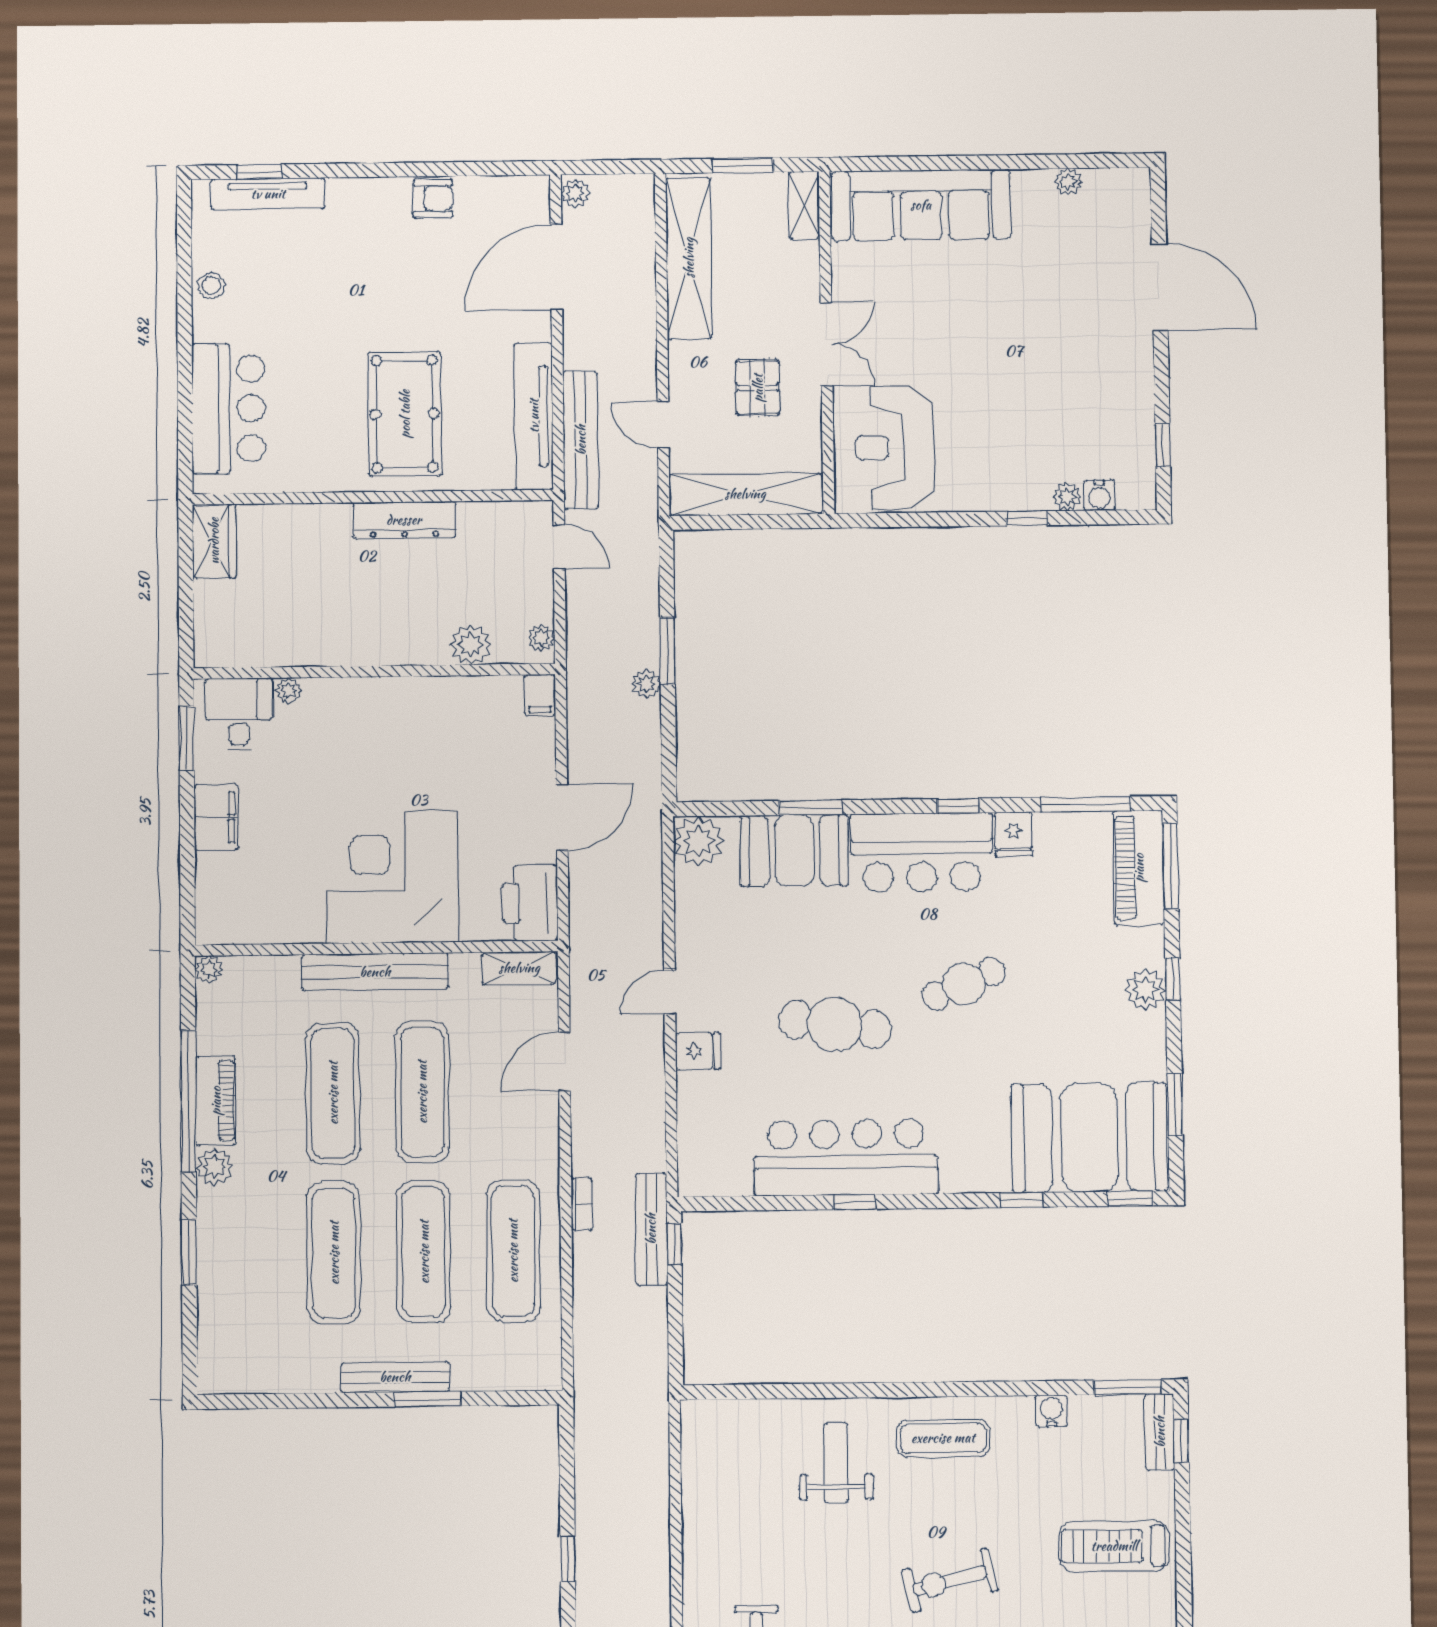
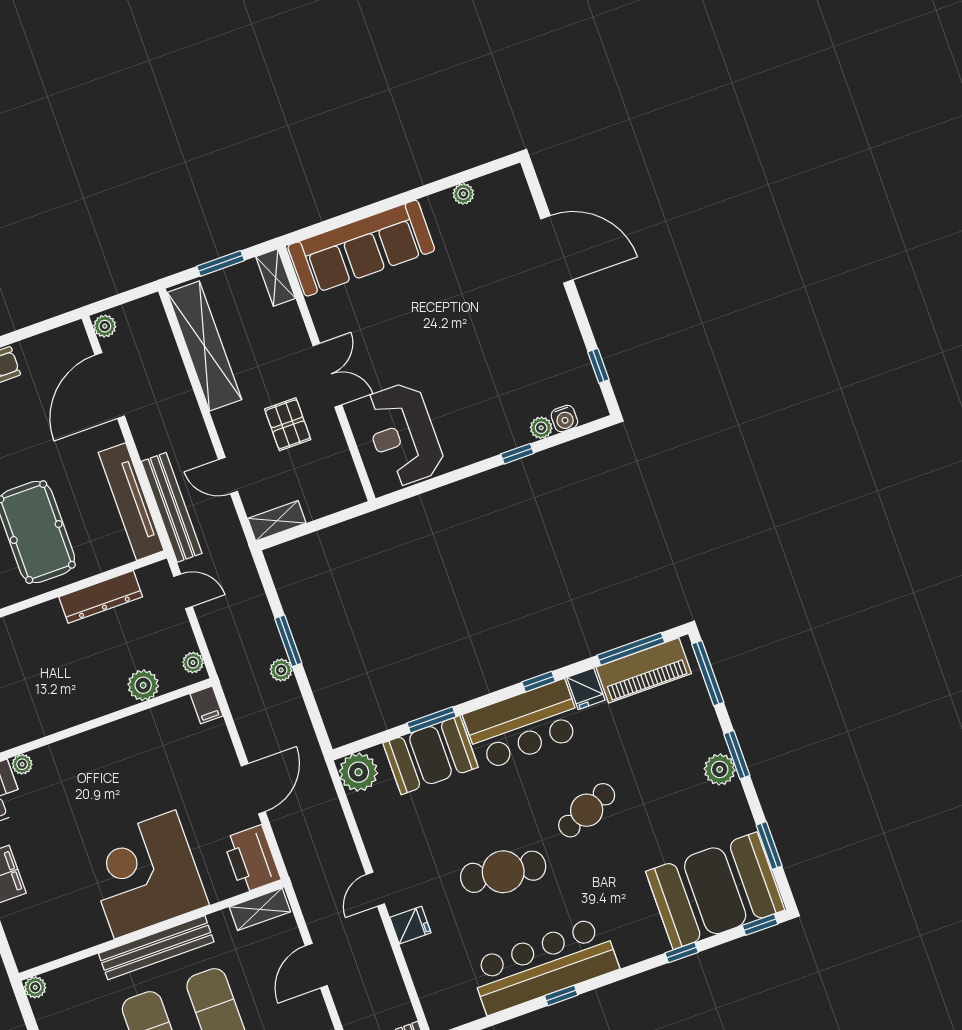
shelving: (745, 494) -> (277, 521), width x0.45, depth x0.75
dresser: (404, 520) -> (101, 597), moved
piano: (1139, 868) -> (644, 670), moved, turned -90
window: (1173, 979) -> (737, 755), width x1.50

